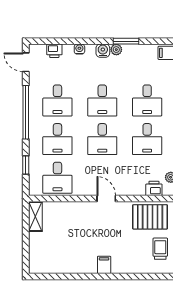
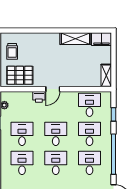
printer: (154, 188) -> (39, 97), moved
door: (106, 198) -> (53, 89), hinge flipped
filing cabinet: (104, 265) -> (101, 39), moved, width x2.00
shelving: (76, 266) -> (75, 39), added

